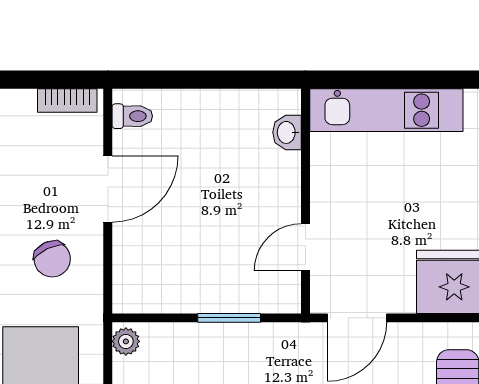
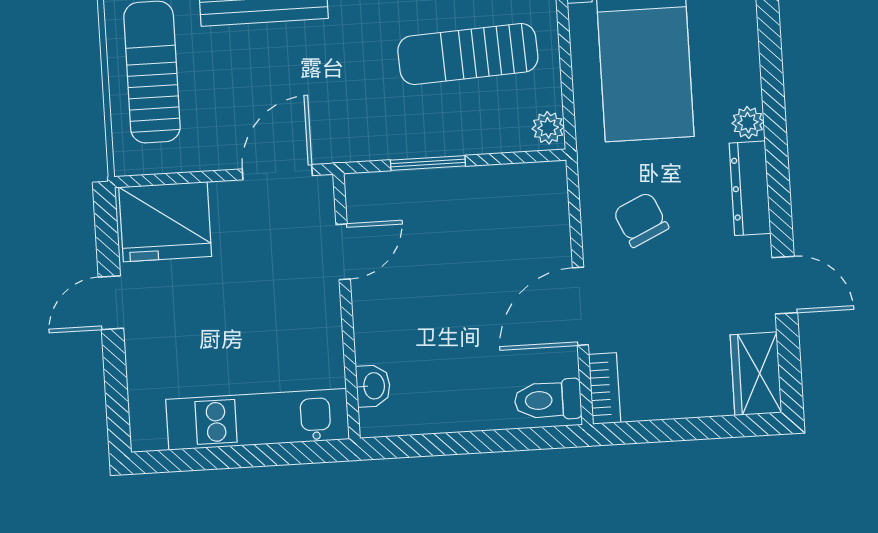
bookcase: (67, 100) -> (605, 389), moved, turned 90
toilet: (132, 116) -> (548, 400), width x1.37, depth x1.39

